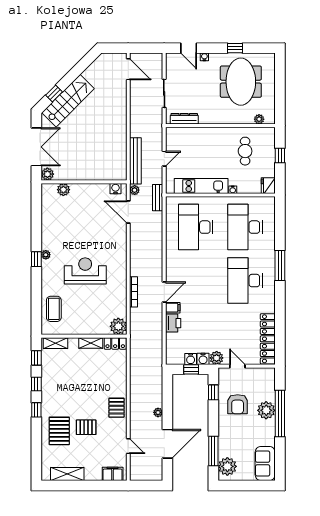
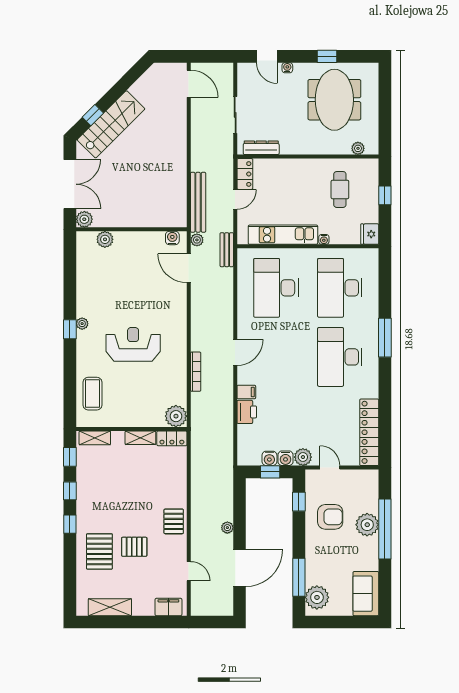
locker: (172, 139) -> (245, 174), added
door: (164, 292) -> (235, 352), moved
armchair: (238, 404) -> (330, 517), turned -90

